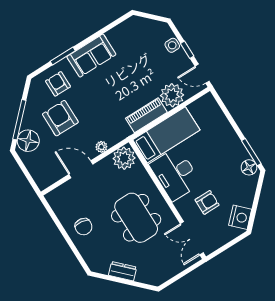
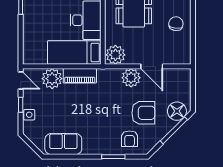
sofa: (91, 56) -> (63, 144), moved
armchair: (60, 118) -> (143, 113), turned -90
plant: (101, 147) -> (131, 78), width x1.87, depth x1.87

